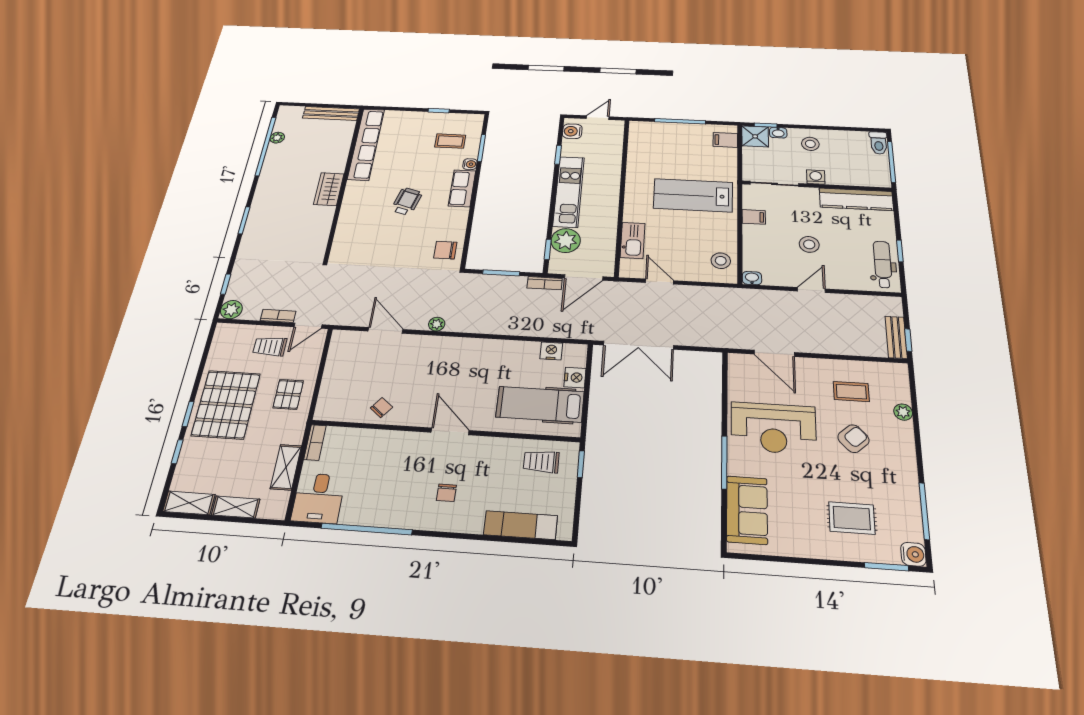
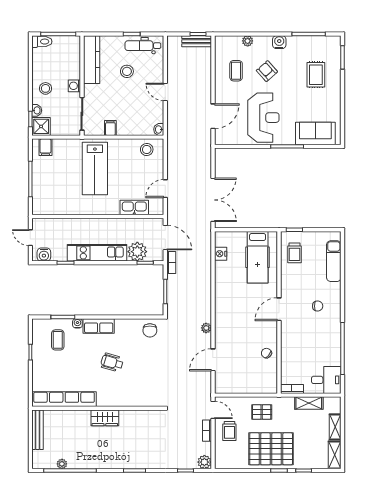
stool: (809, 244) -> (127, 71), moved
nightstand: (575, 377) -> (238, 238), removed
water cooler: (913, 554) -> (279, 42), moved

